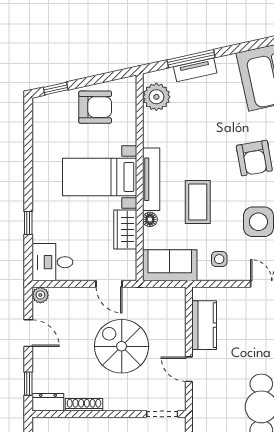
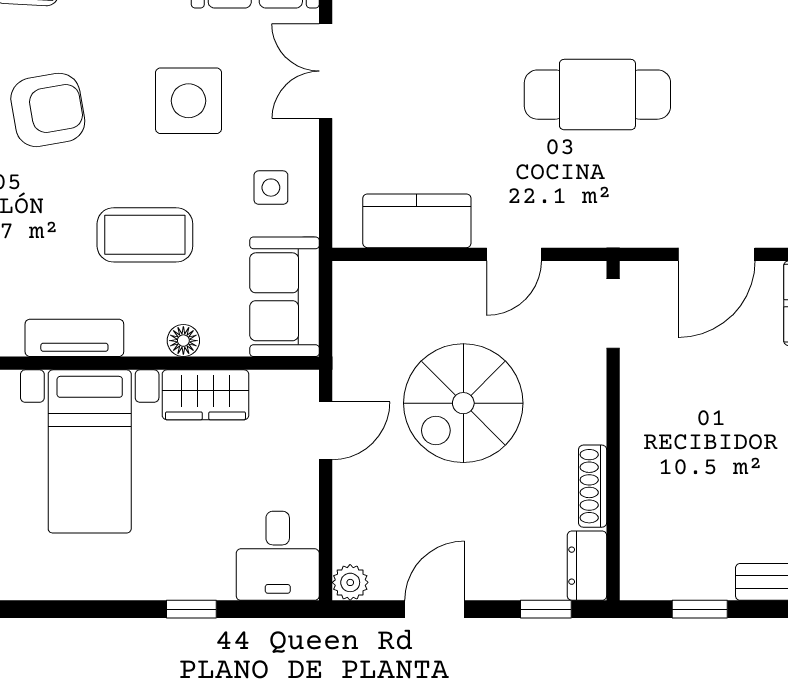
tv unit: (151, 179) -> (74, 338), width x0.71

